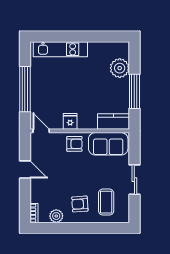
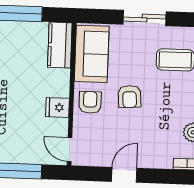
door: (41, 131) -> (70, 150), hinge flipped
armchair: (80, 204) -> (129, 96), moved

